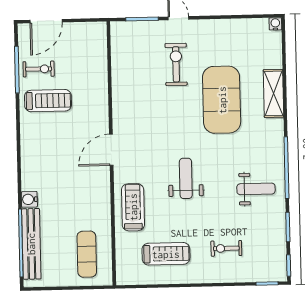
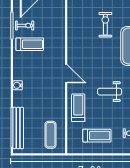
door: (111, 150) -> (66, 74), swing flipped
weight bench: (186, 178) -> (110, 92), turned -90
water cooler: (29, 199) -> (18, 85), moved

